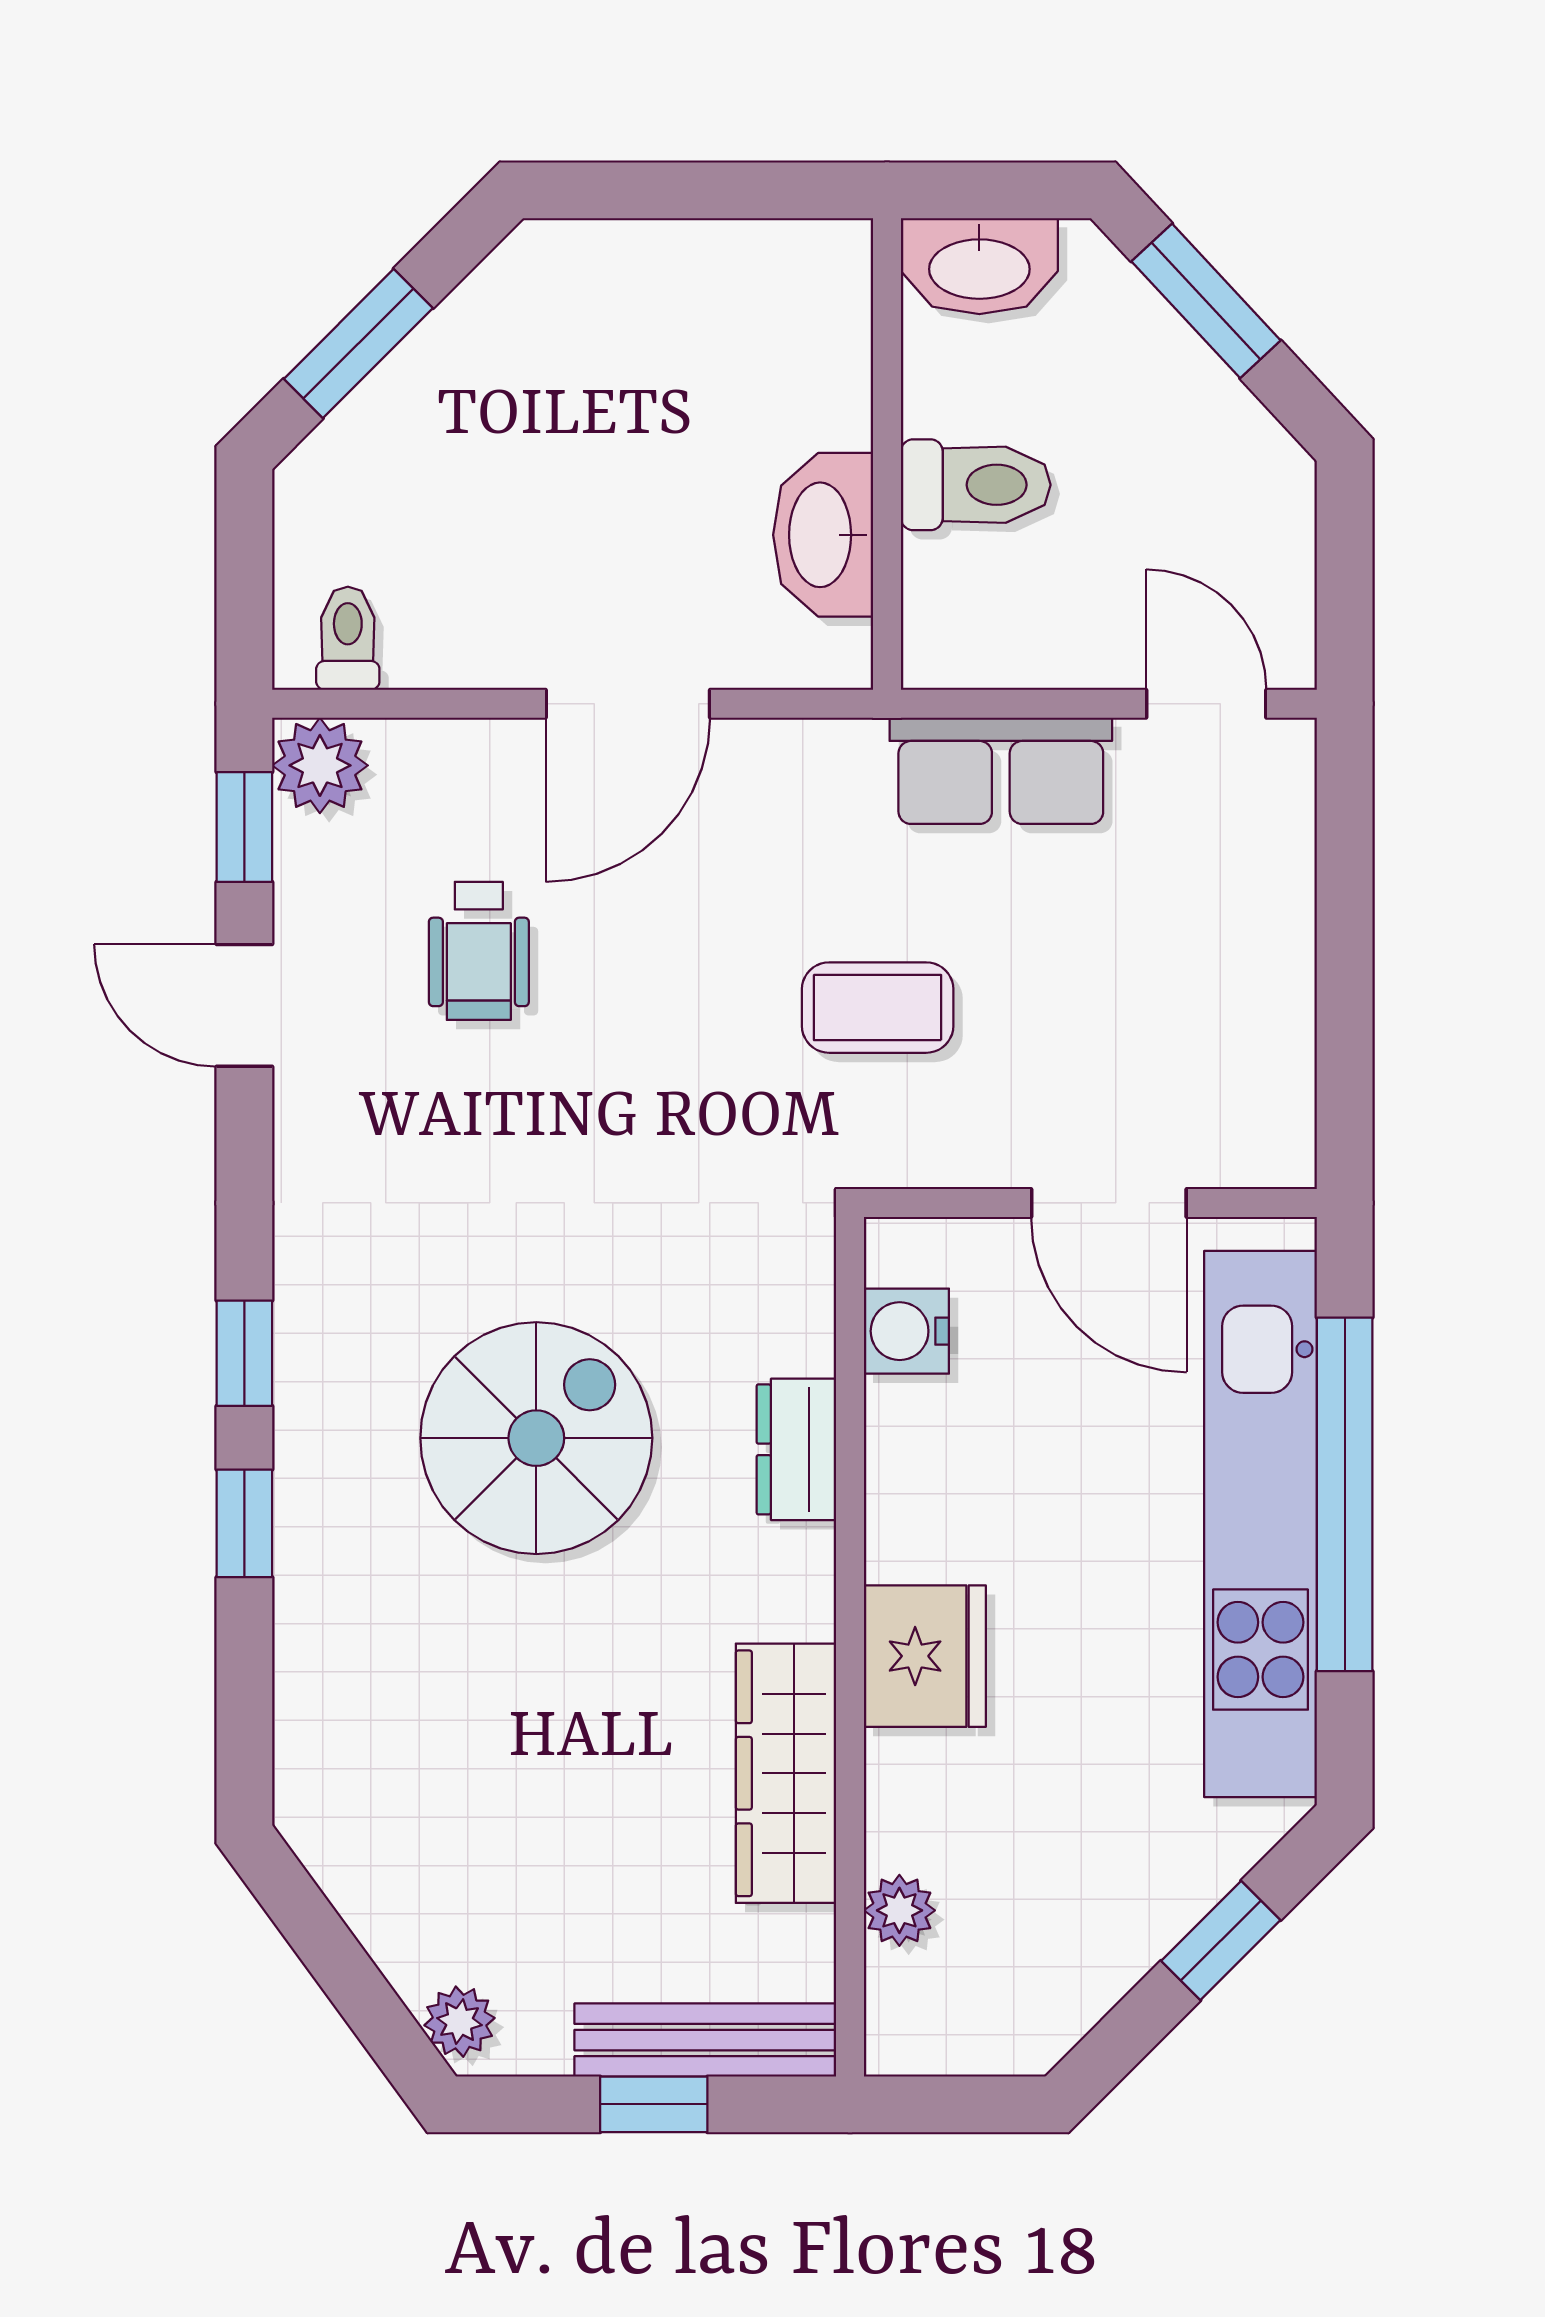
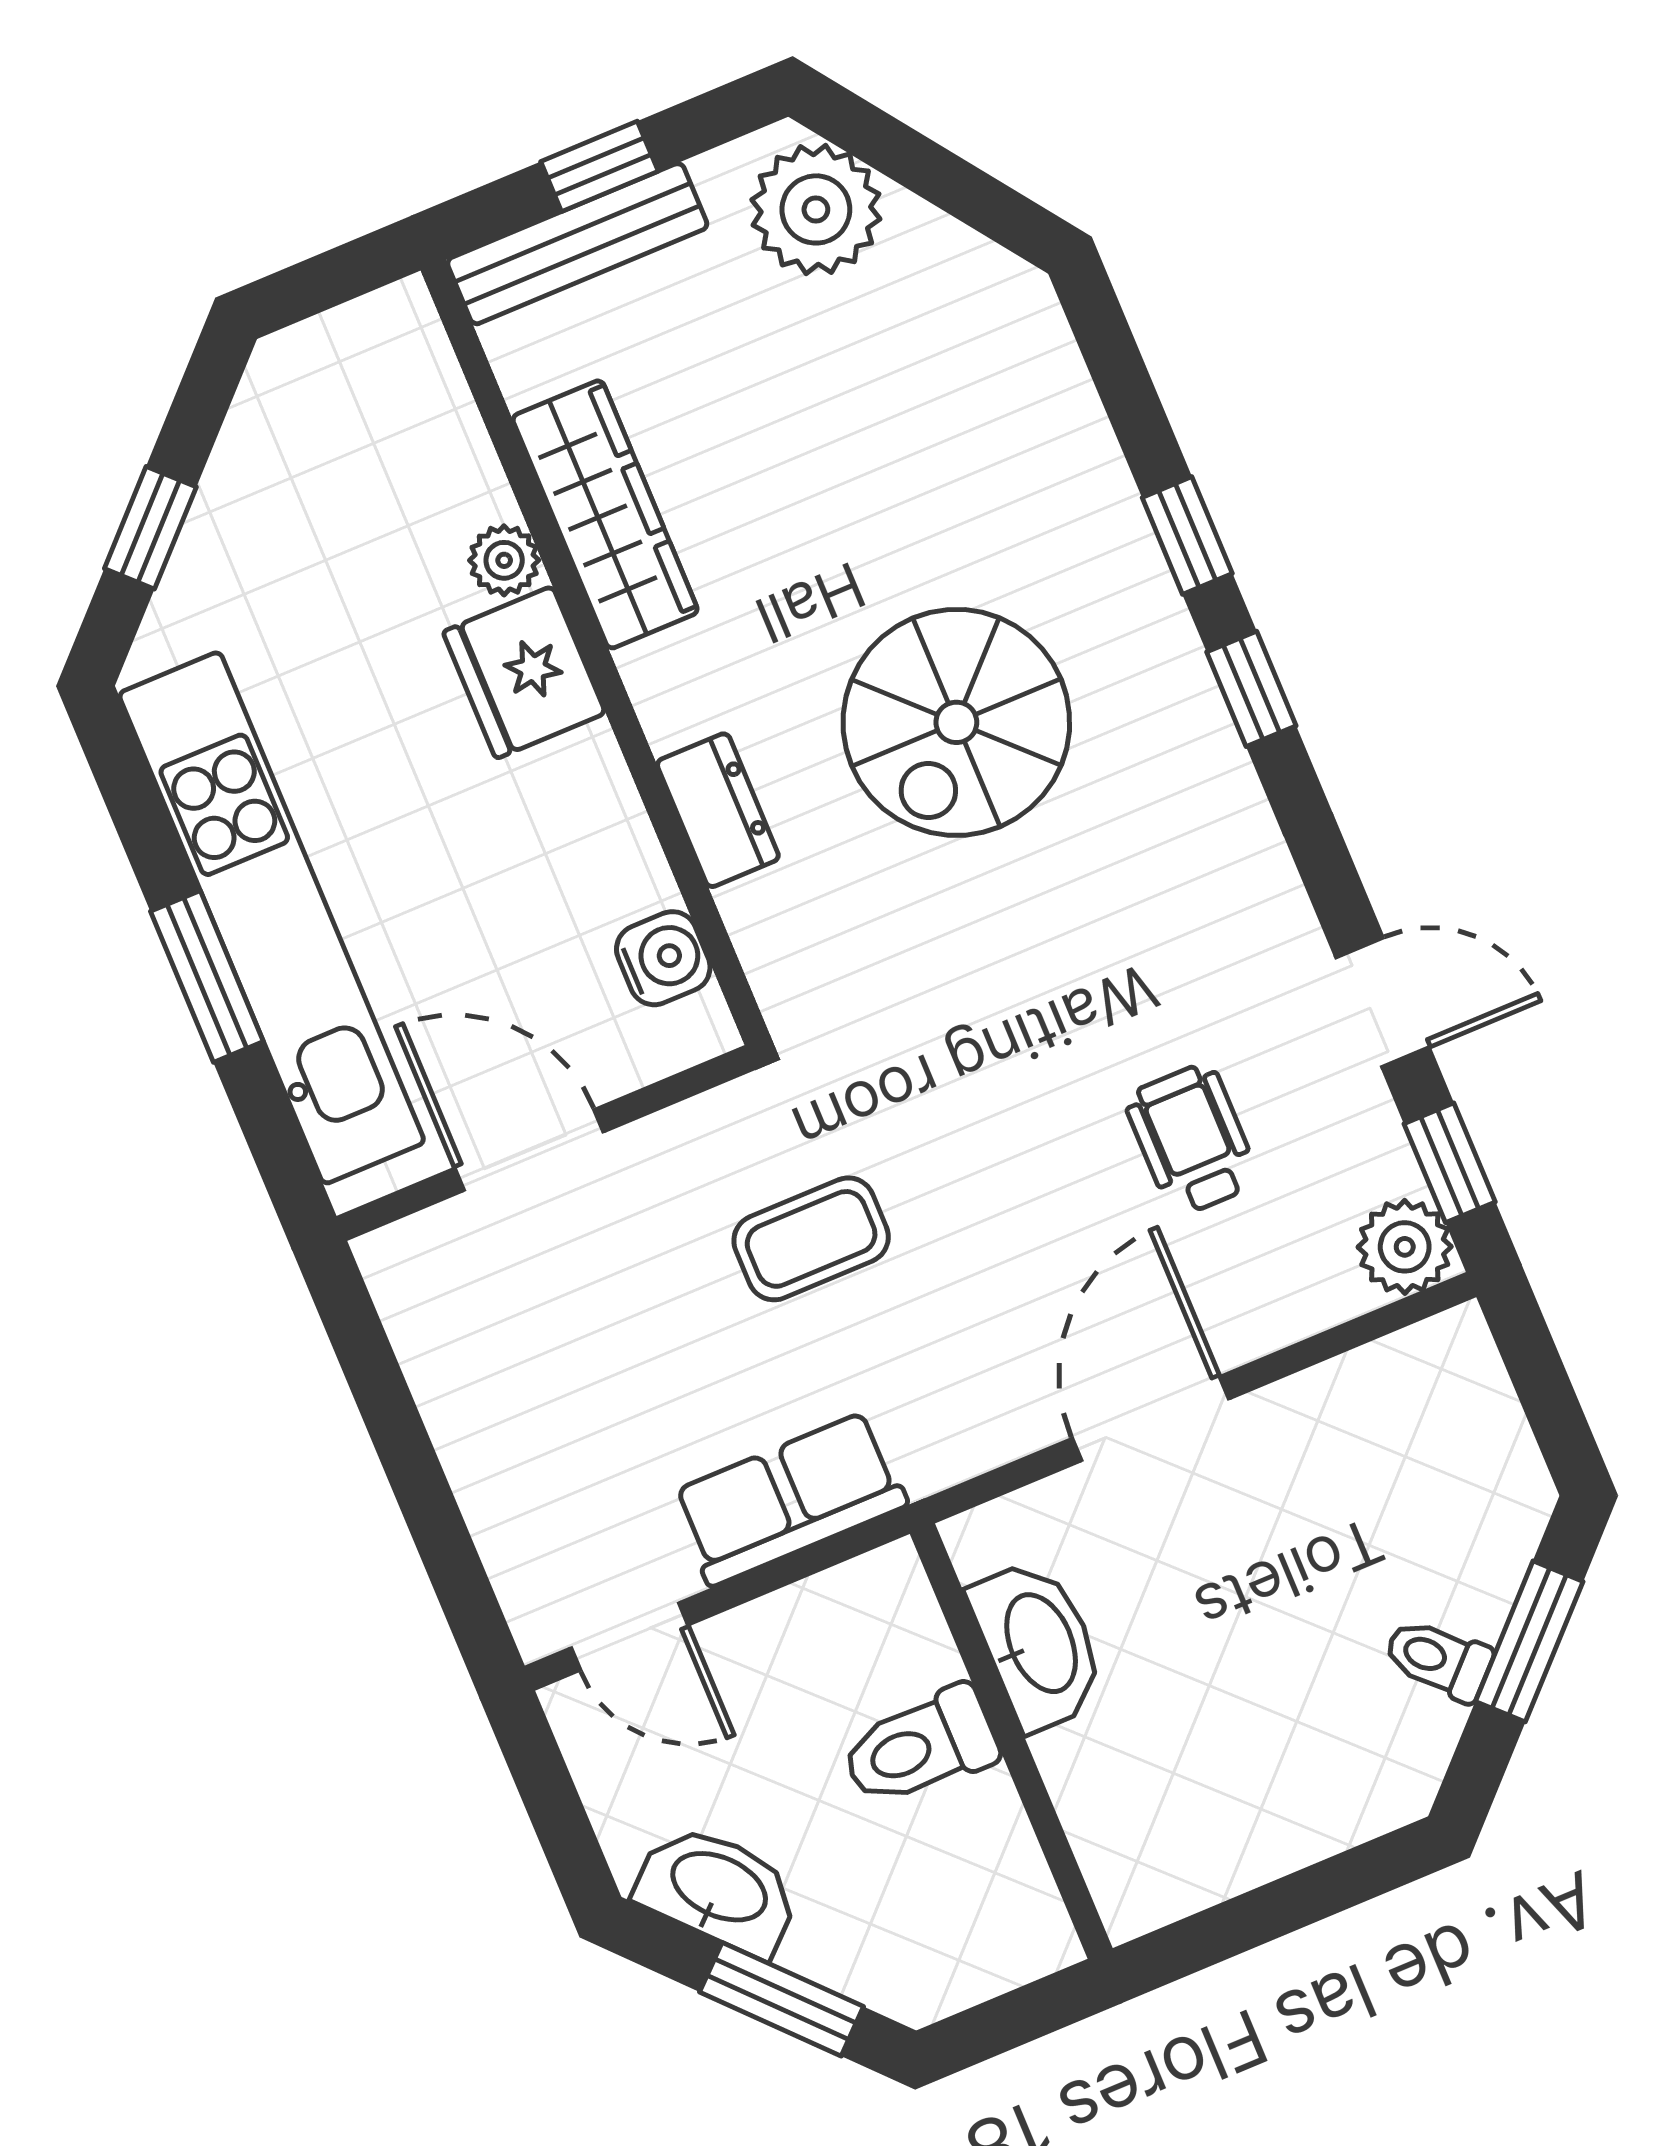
washbasin: (979, 266) -> (718, 1889), moved, turned 47
toilet: (348, 638) -> (1438, 1659), moved, turned 135
window: (1345, 1494) -> (207, 976), width x0.47
plant: (899, 1910) -> (504, 560), moved
plant: (460, 2022) -> (816, 209), width x1.88, depth x1.88

